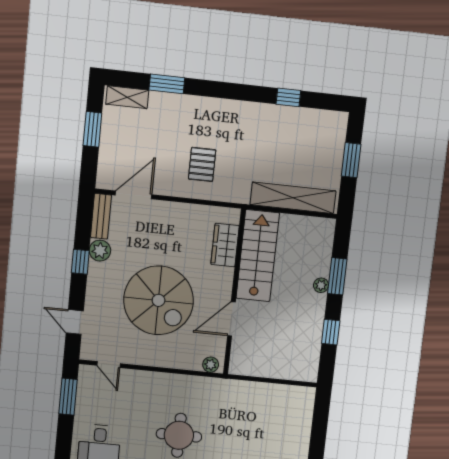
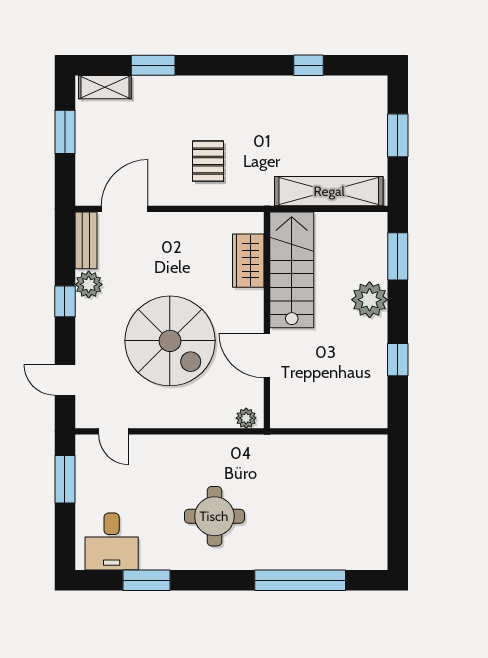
window: (337, 276) -> (398, 256), moved
plant: (321, 285) -> (370, 300), width x1.87, depth x1.87
door: (231, 319) -> (267, 356), hinge flipped

